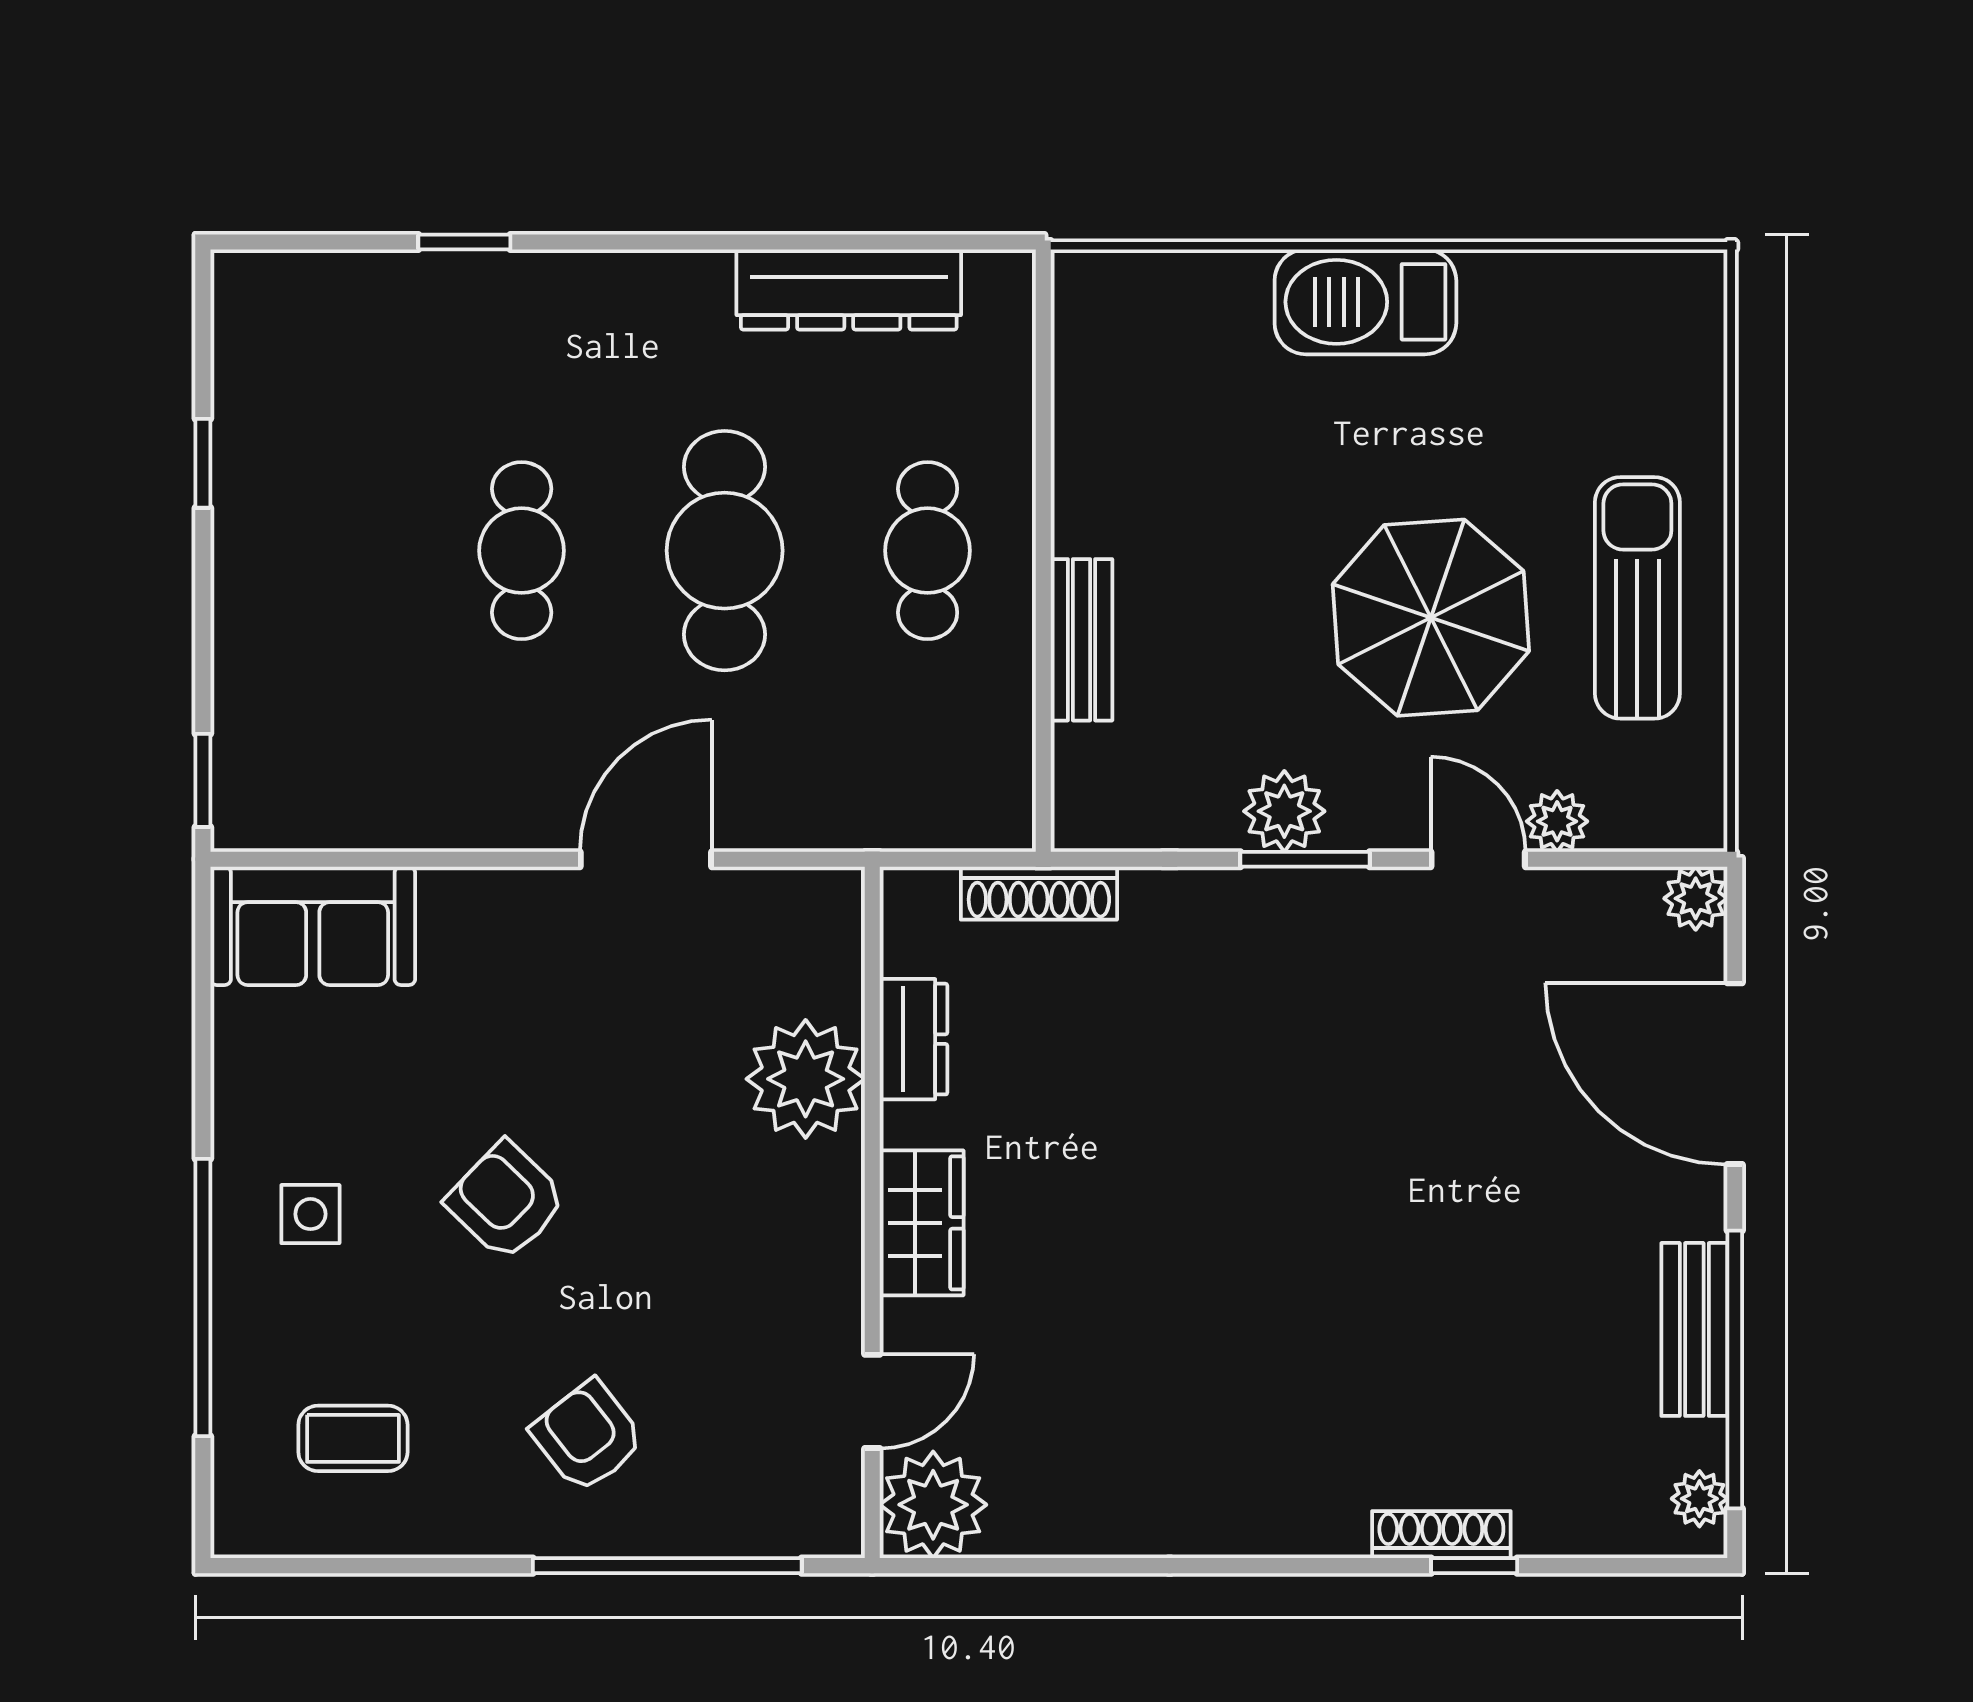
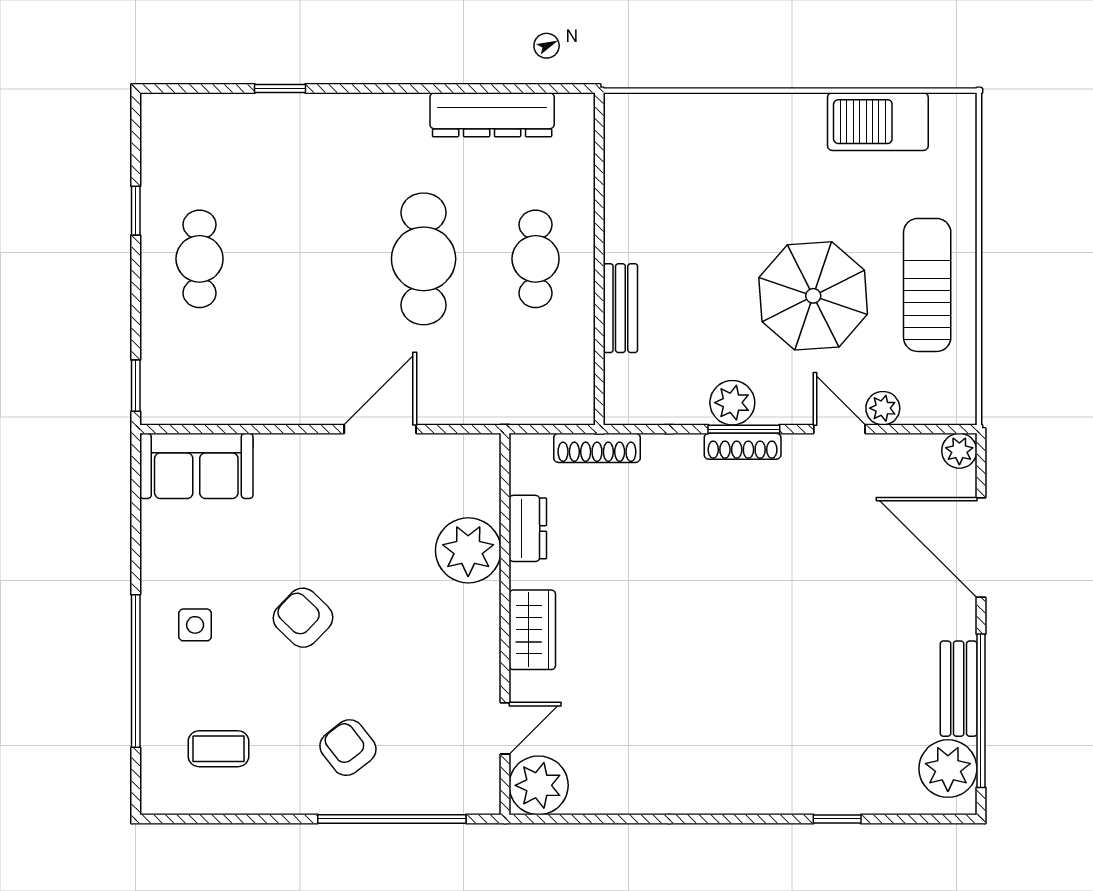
barbecue: (1365, 302) -> (878, 122), moved
cafe table: (522, 551) -> (200, 259), moved
plant: (1699, 1499) -> (948, 769), width x1.87, depth x1.87
shoe rack: (1441, 1535) -> (743, 446), moved, turned 180

